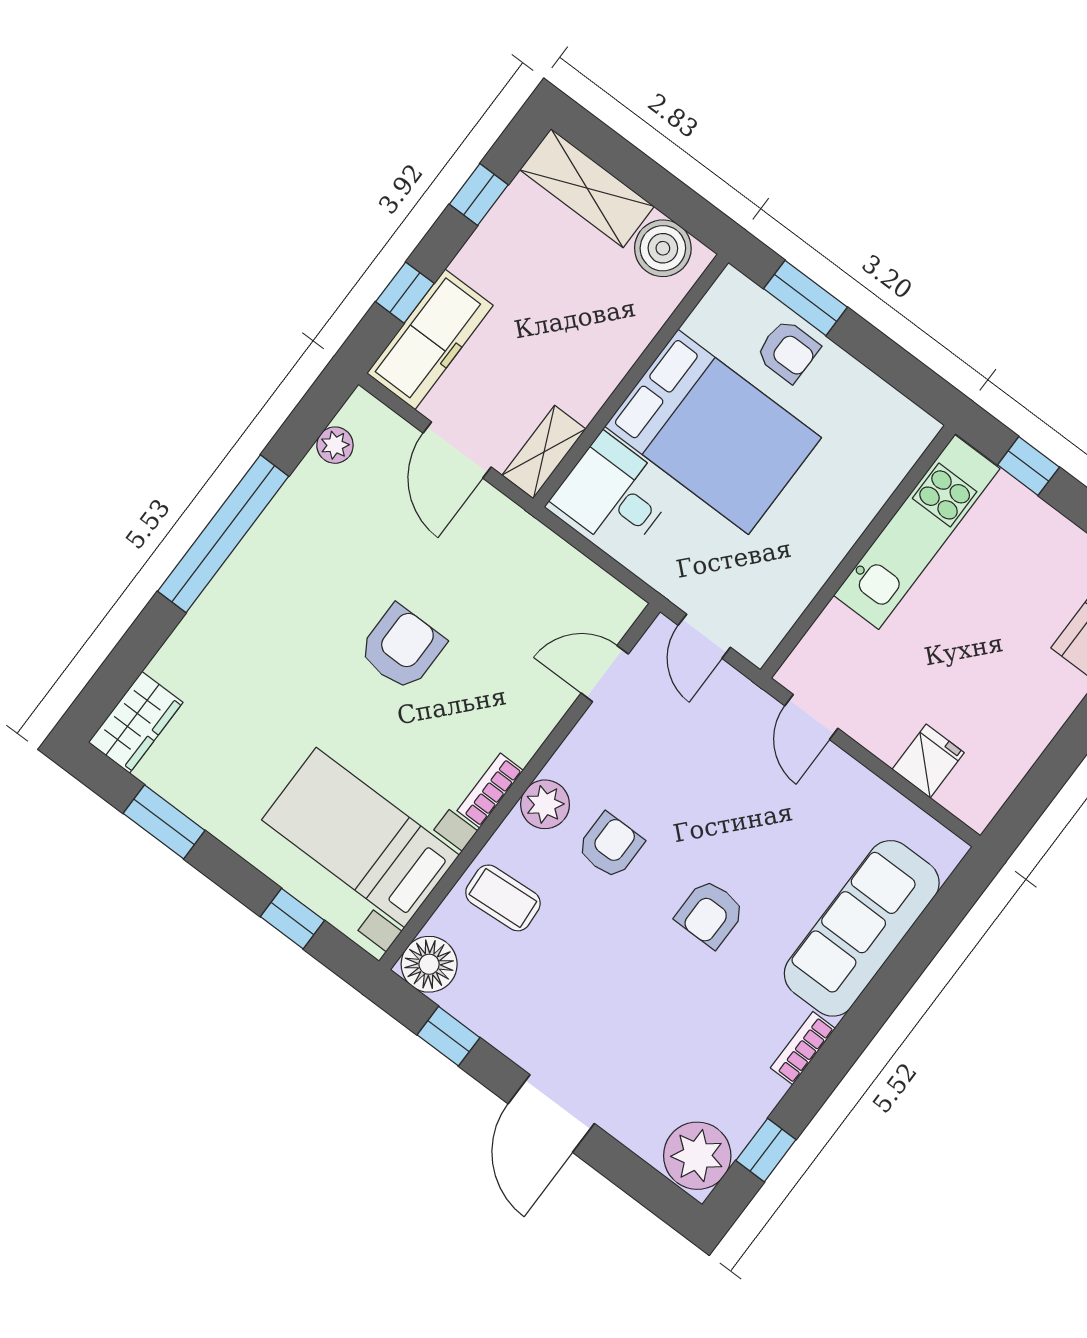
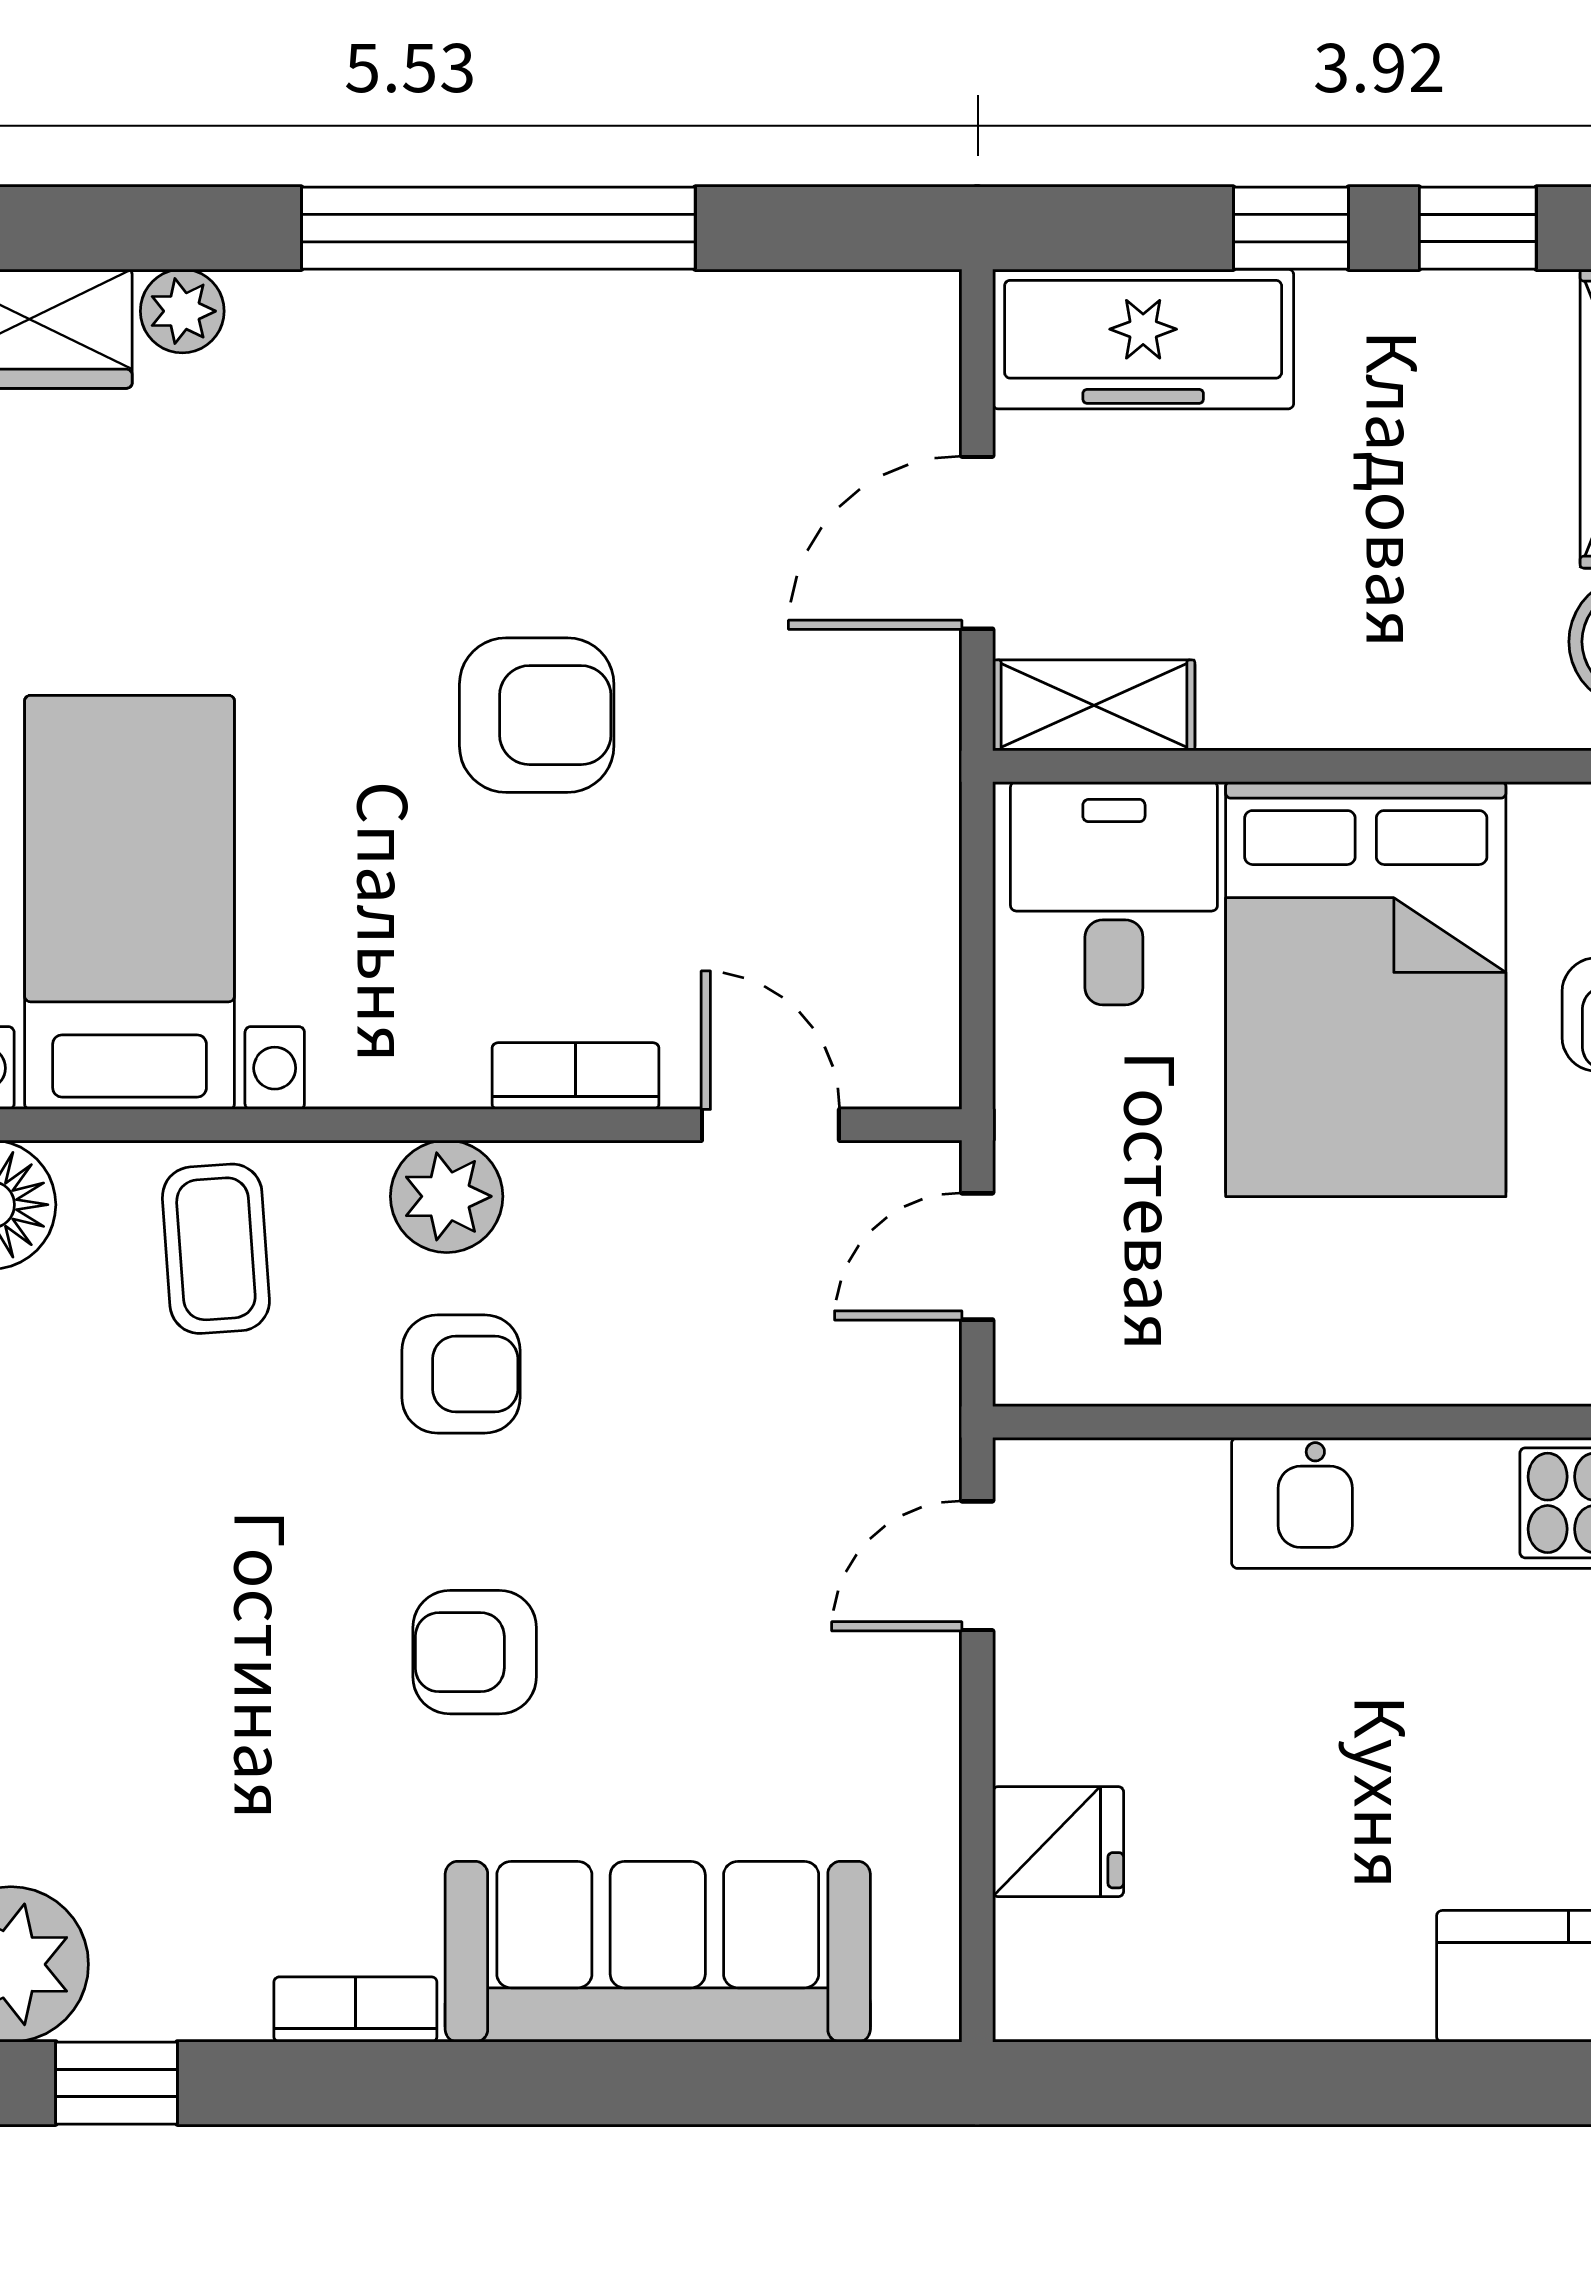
window: (405, 293) -> (1291, 228), moved
plant: (335, 445) -> (182, 311), moved
bookcase: (490, 790) -> (576, 1076), moved

